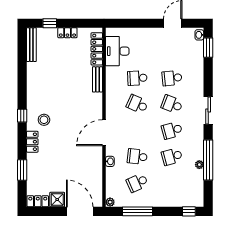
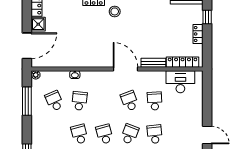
school desk: (137, 104) -> (130, 101), turned -45
door: (104, 133) -> (125, 69), moved

